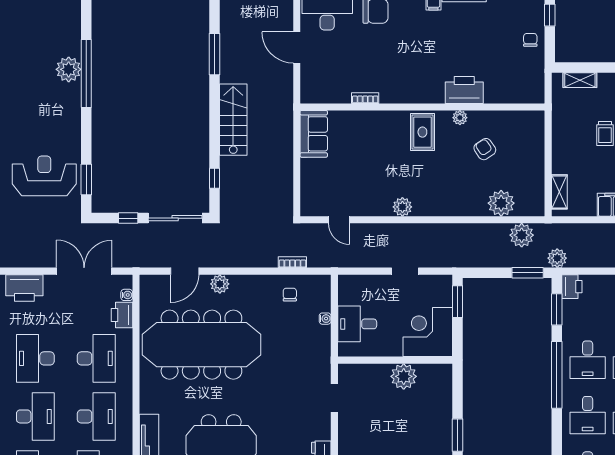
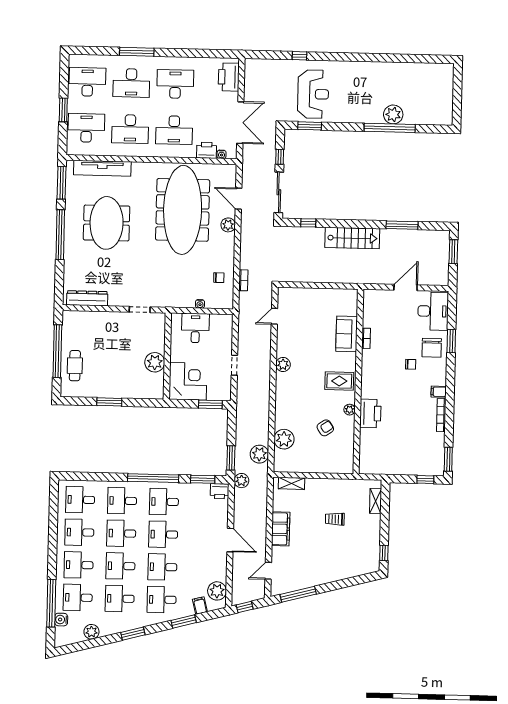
chair: (530, 40) -> (411, 364), moved
sofa: (314, 134) -> (347, 334), moved, turned 90

